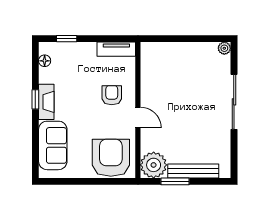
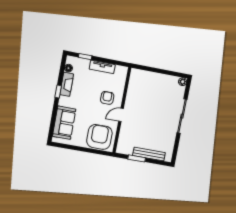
tv unit: (116, 49) -> (102, 67), moved
fireplace: (46, 102) -> (67, 84), moved
door: (138, 118) -> (121, 115), swing flipped
plant: (154, 165) -> (125, 146), removed

